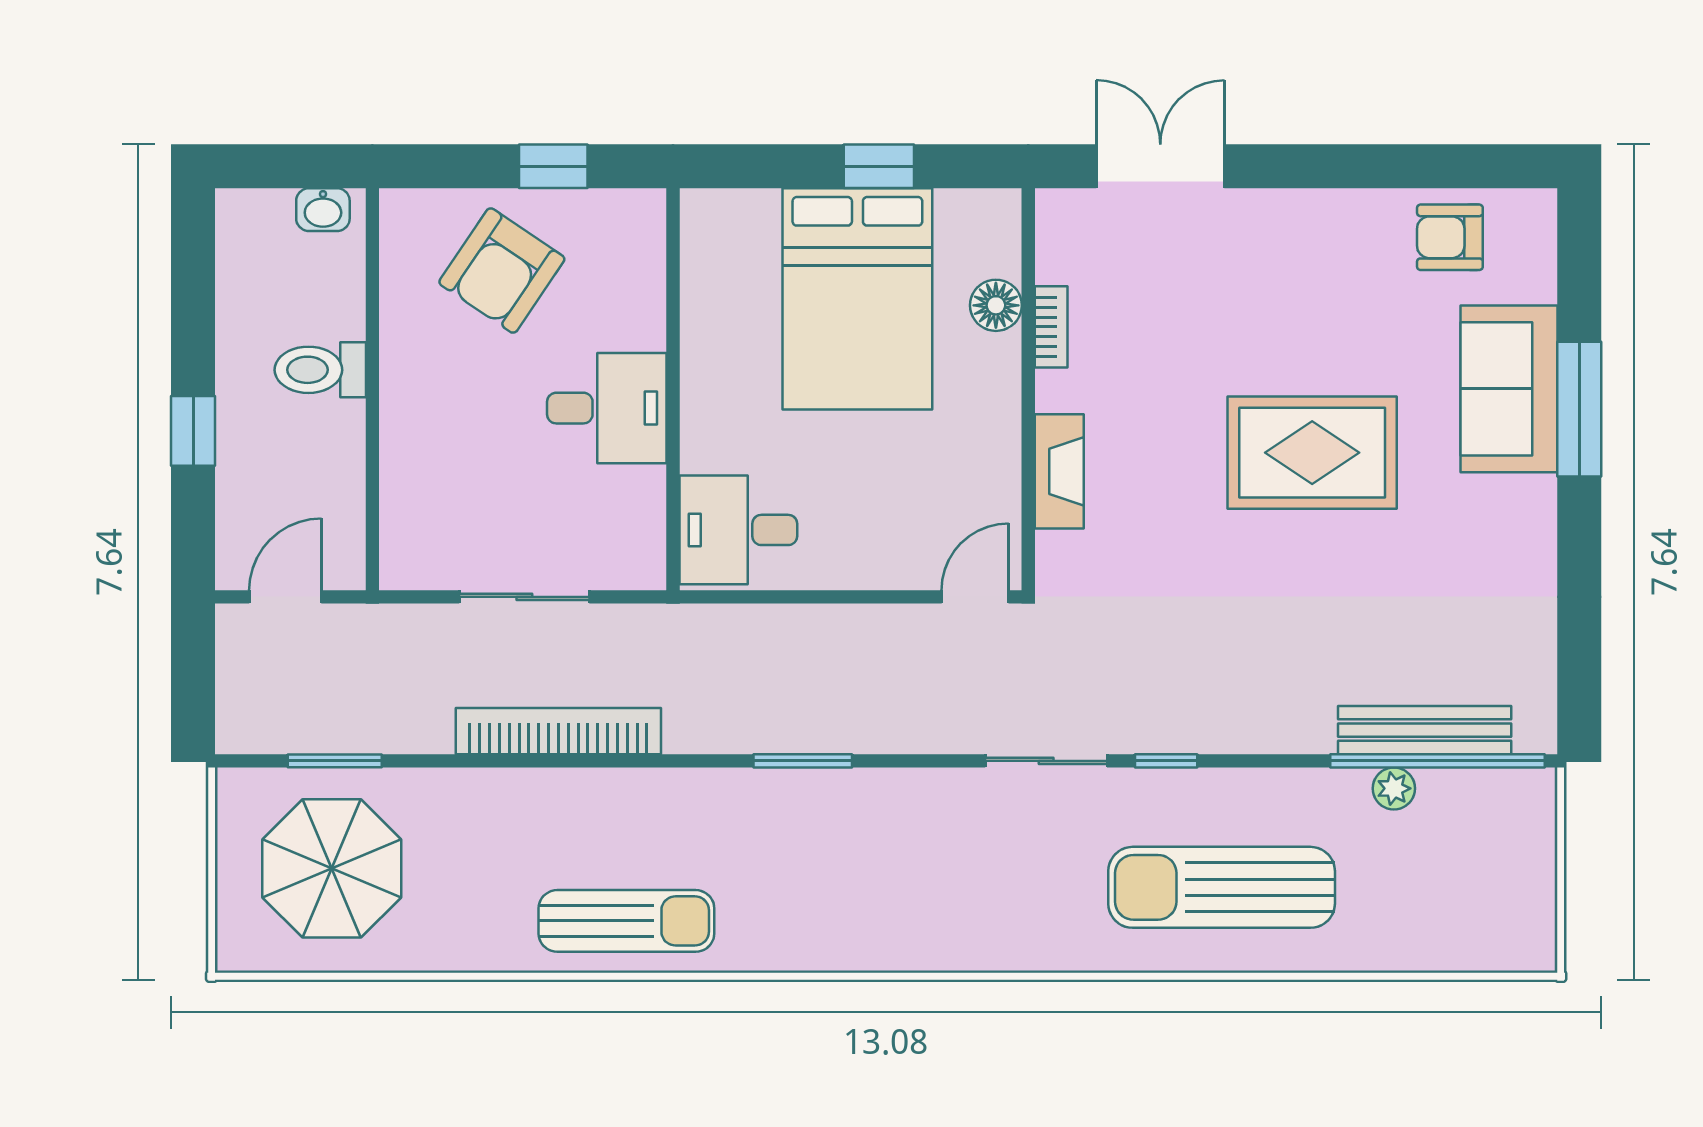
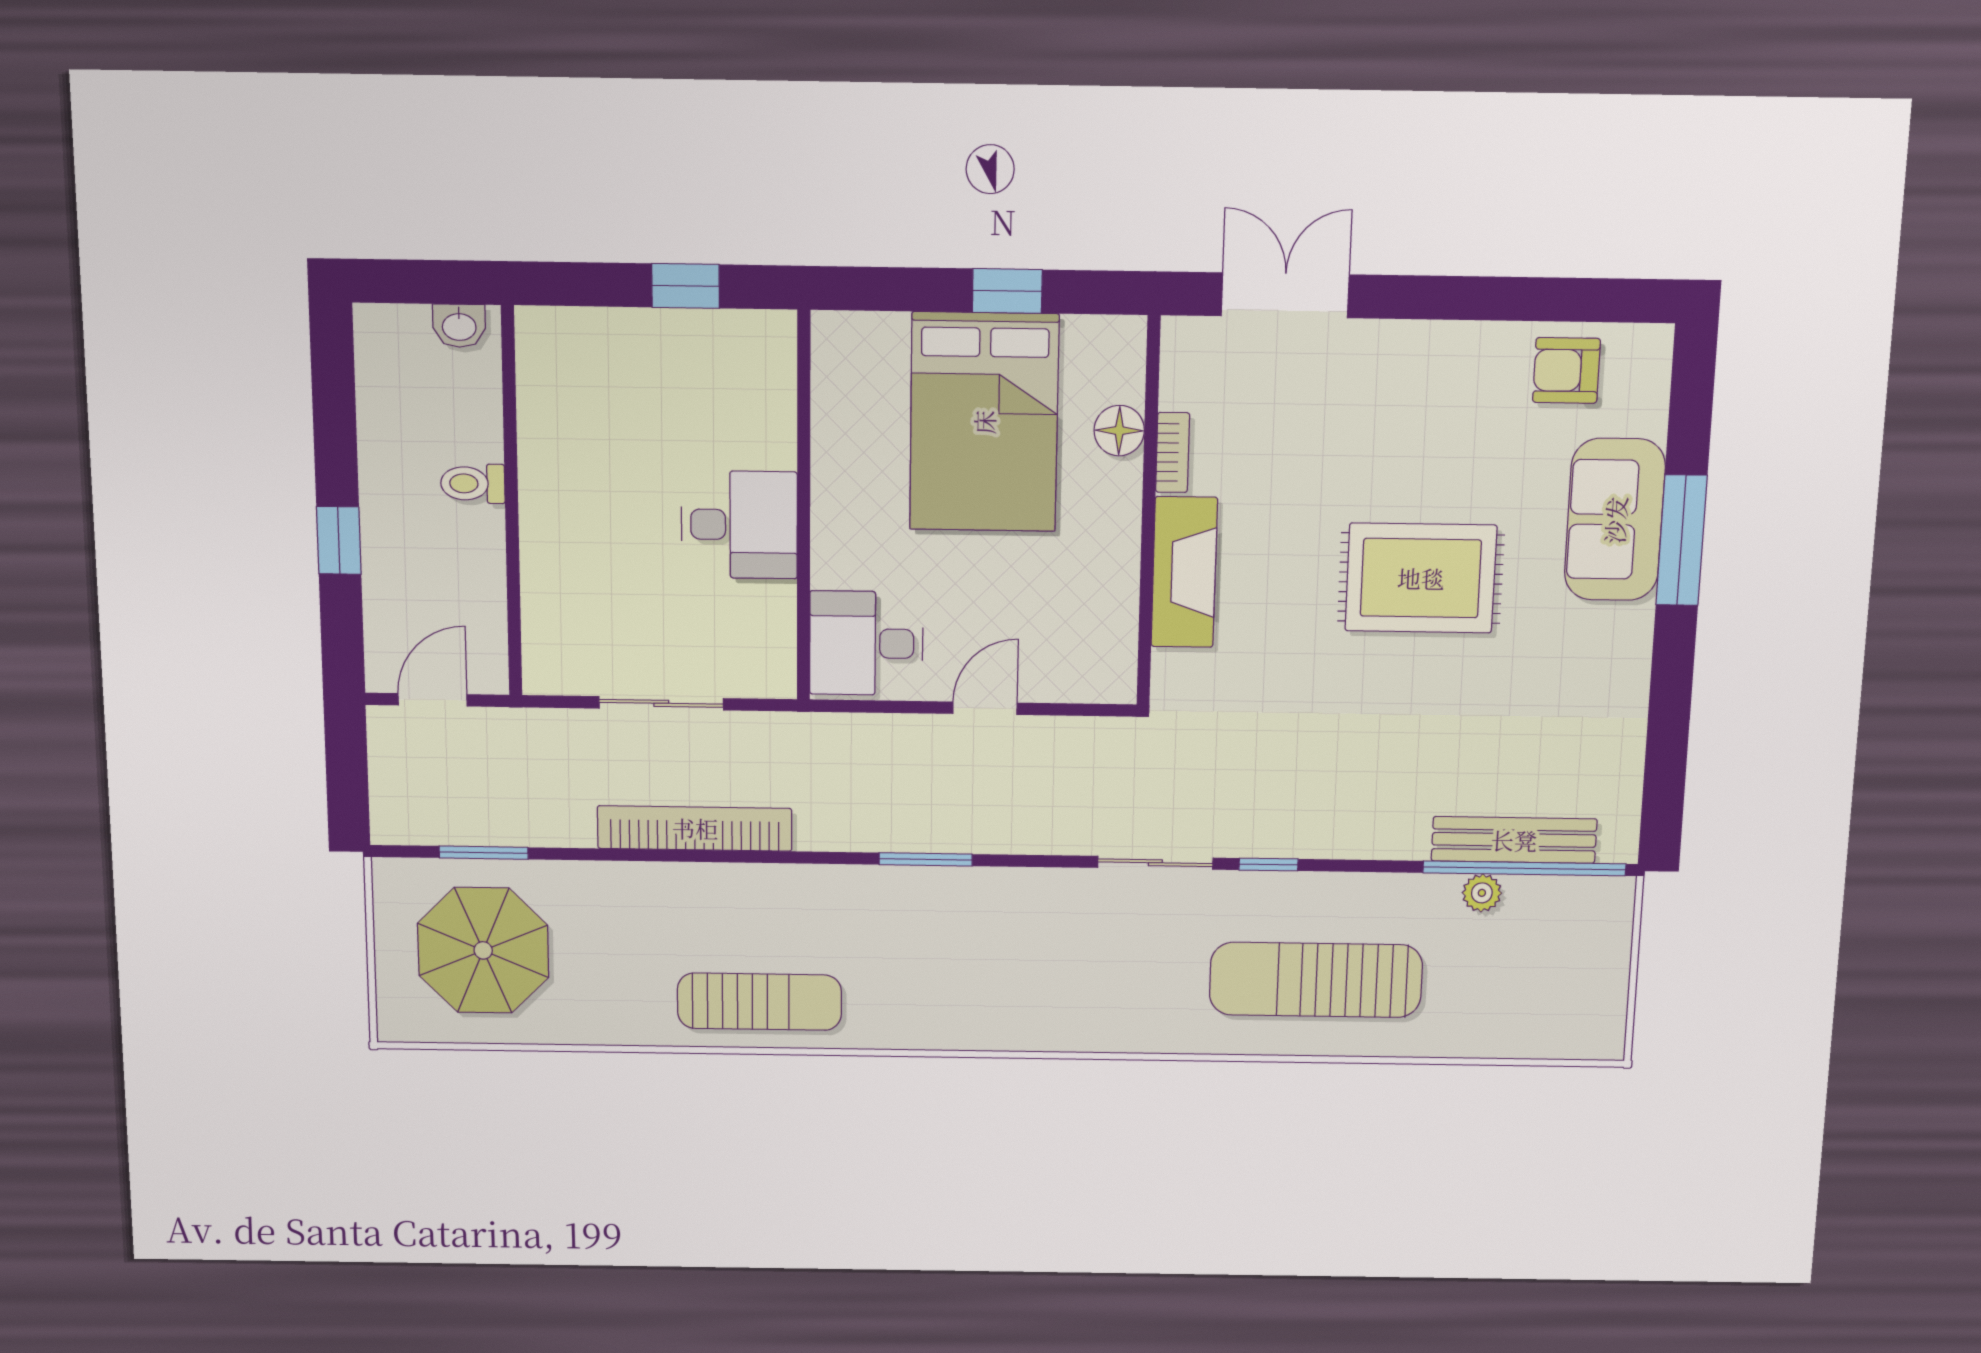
armchair: (502, 271) -> (636, 389), removed
toilet: (320, 370) -> (473, 484), width x0.73, depth x0.72
fireplace: (1059, 471) -> (1184, 572), width x1.37, depth x1.32
door: (975, 597) -> (985, 708), moved

